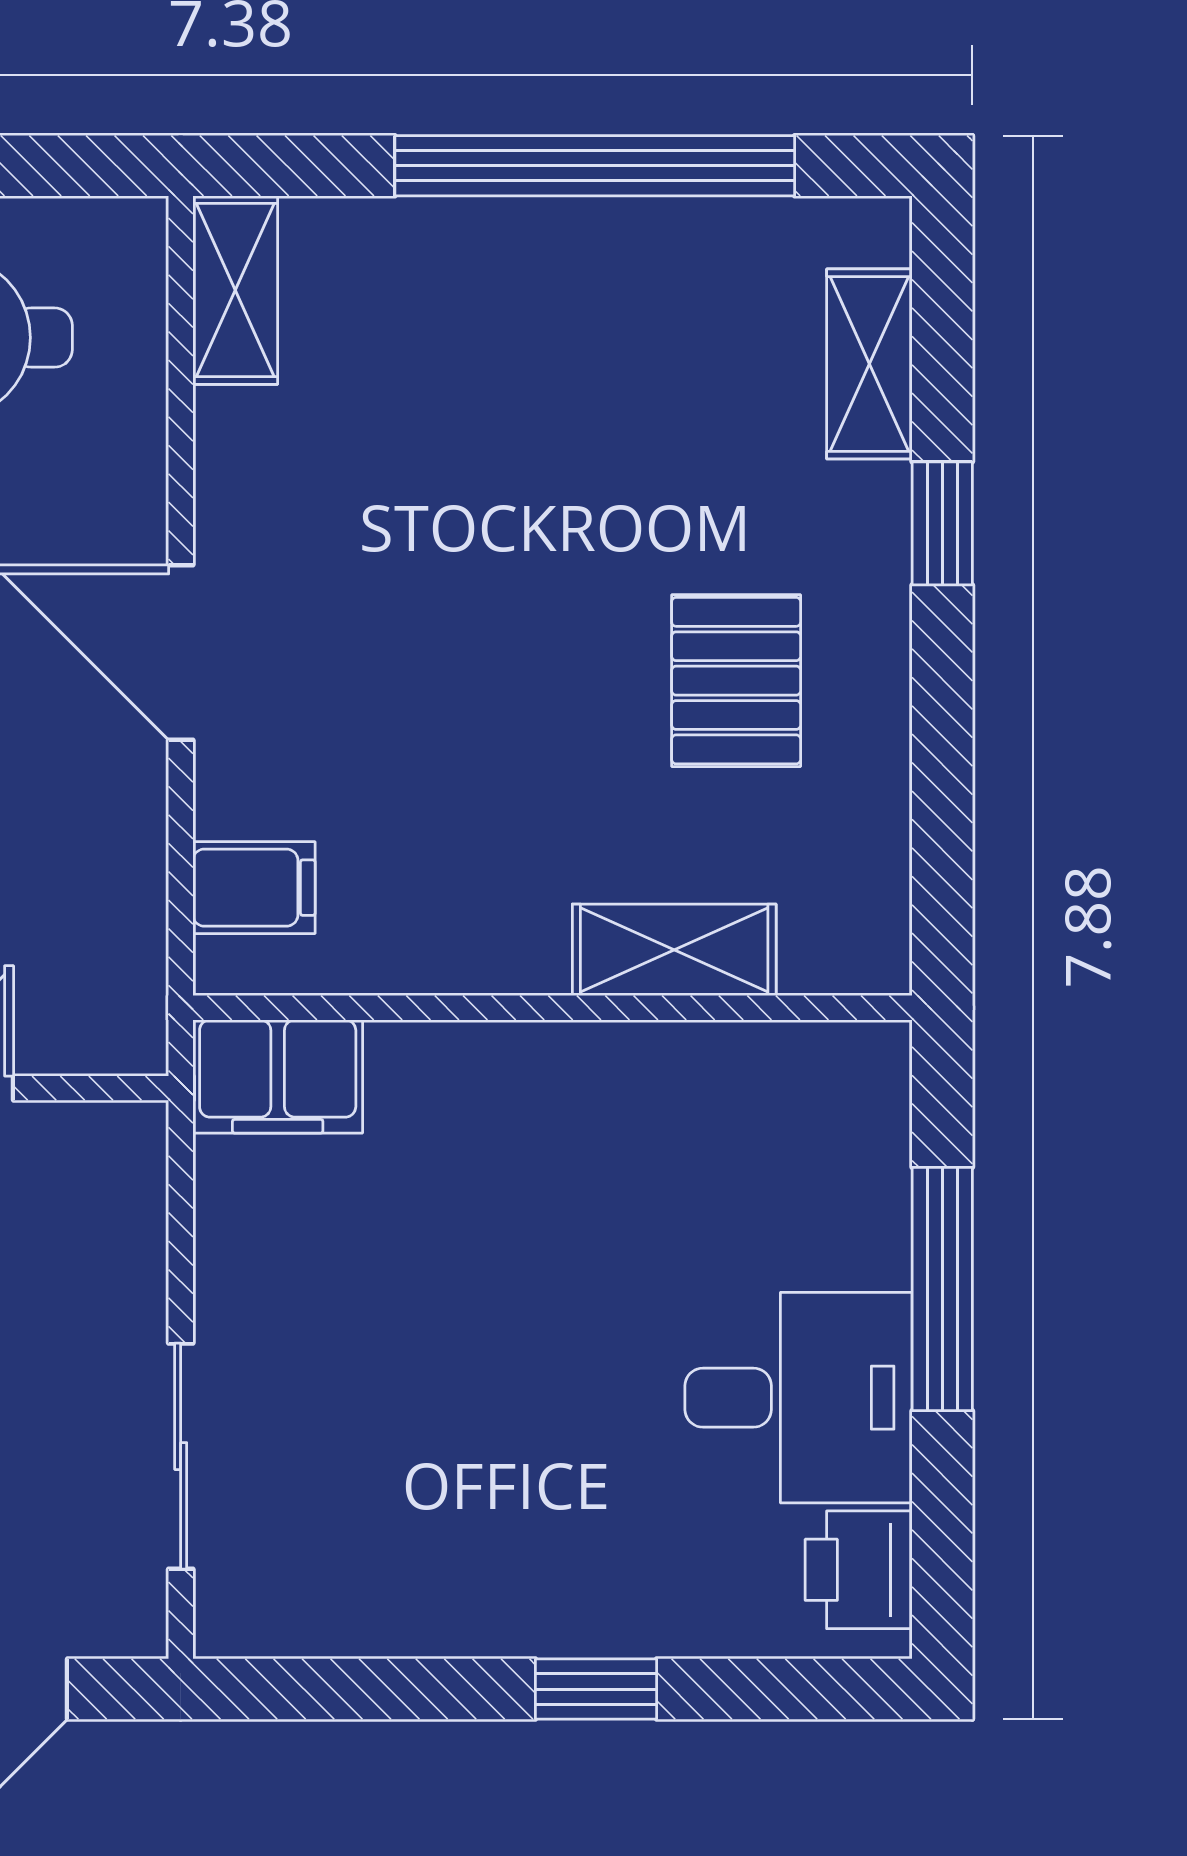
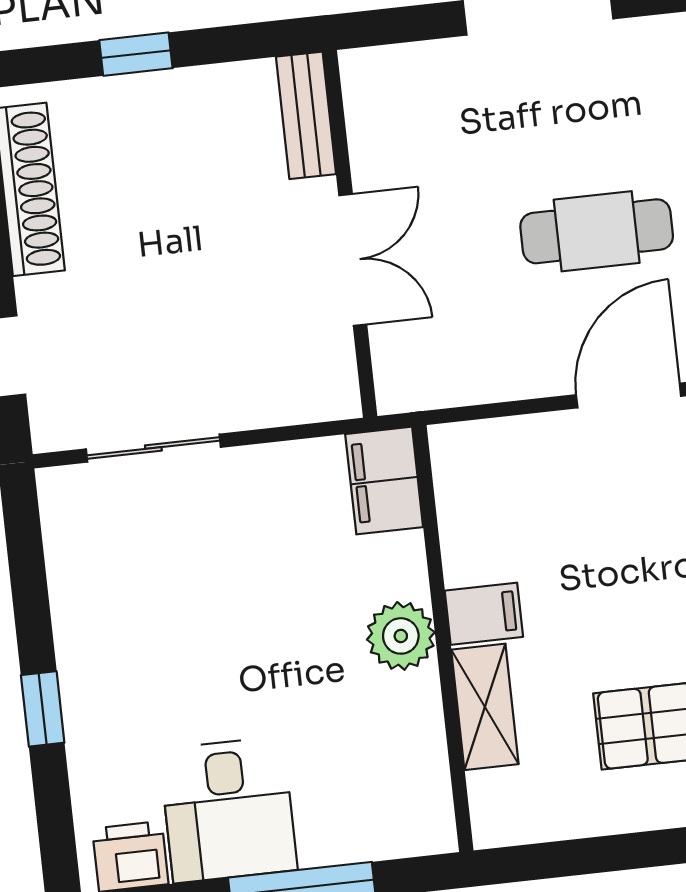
filing cabinet: (254, 888) -> (484, 614), moved, turned -90
plant: (540, 1077) -> (401, 636), added

